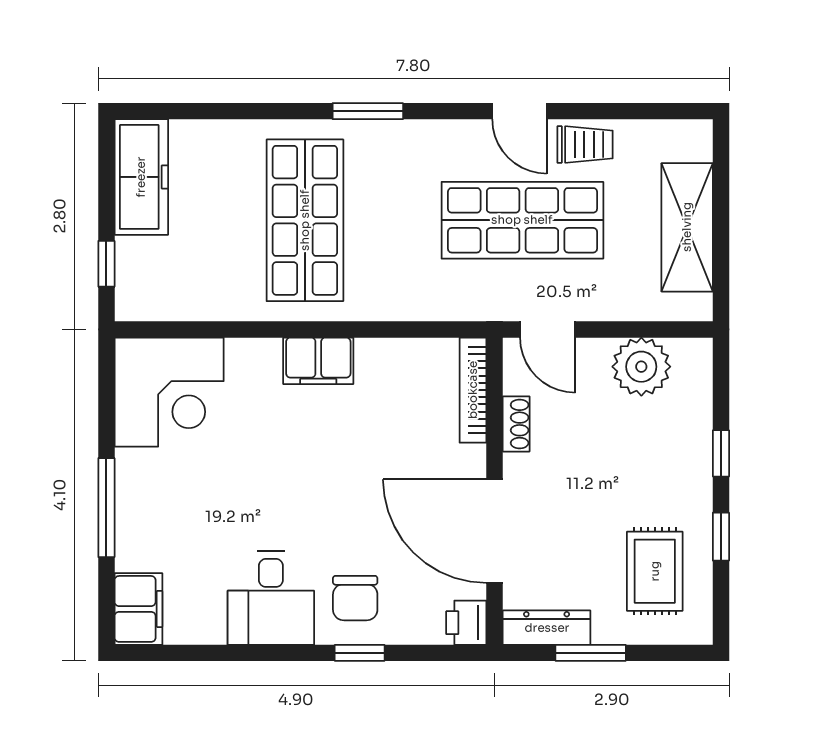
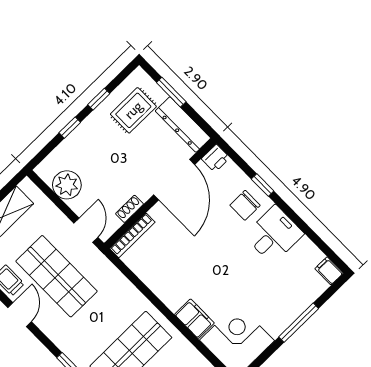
filing cabinet: (318, 361) -> (194, 319), moved
chair: (355, 598) -> (245, 205), turned 180
filing cabinet: (138, 609) -> (329, 271), width x0.50
dresser: (547, 628) -> (183, 125), width x1.37, depth x1.24
window: (591, 653) -> (171, 92), moved

